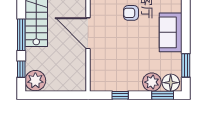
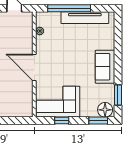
armchair: (131, 13) -> (71, 50), removed
corner sofa: (116, 73) -> (58, 102), added
plant: (152, 82) -> (89, 109), removed

